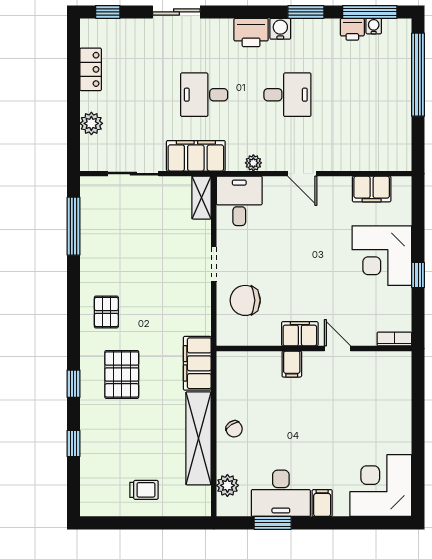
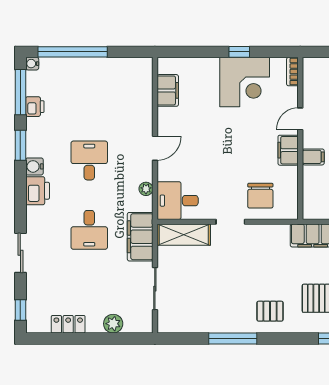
water cooler: (374, 26) -> (32, 64), moved
shelving: (202, 198) -> (184, 235), width x1.50, depth x1.33
window: (73, 226) -> (233, 338), moved
corner desk: (382, 256) -> (245, 82), moved

